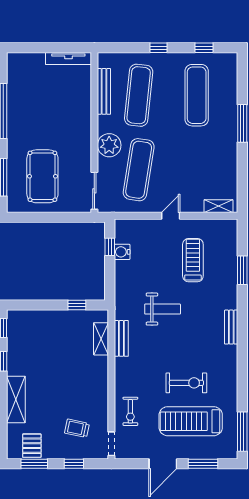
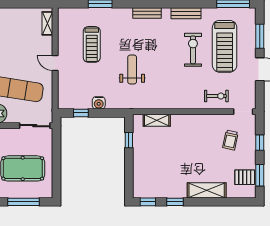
water cooler: (122, 252) -> (99, 103), moved
treadmill: (193, 260) -> (92, 44), turned -90
bench: (121, 338) -> (186, 13), moved

